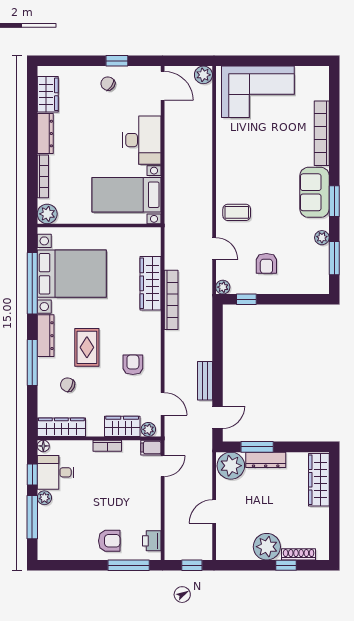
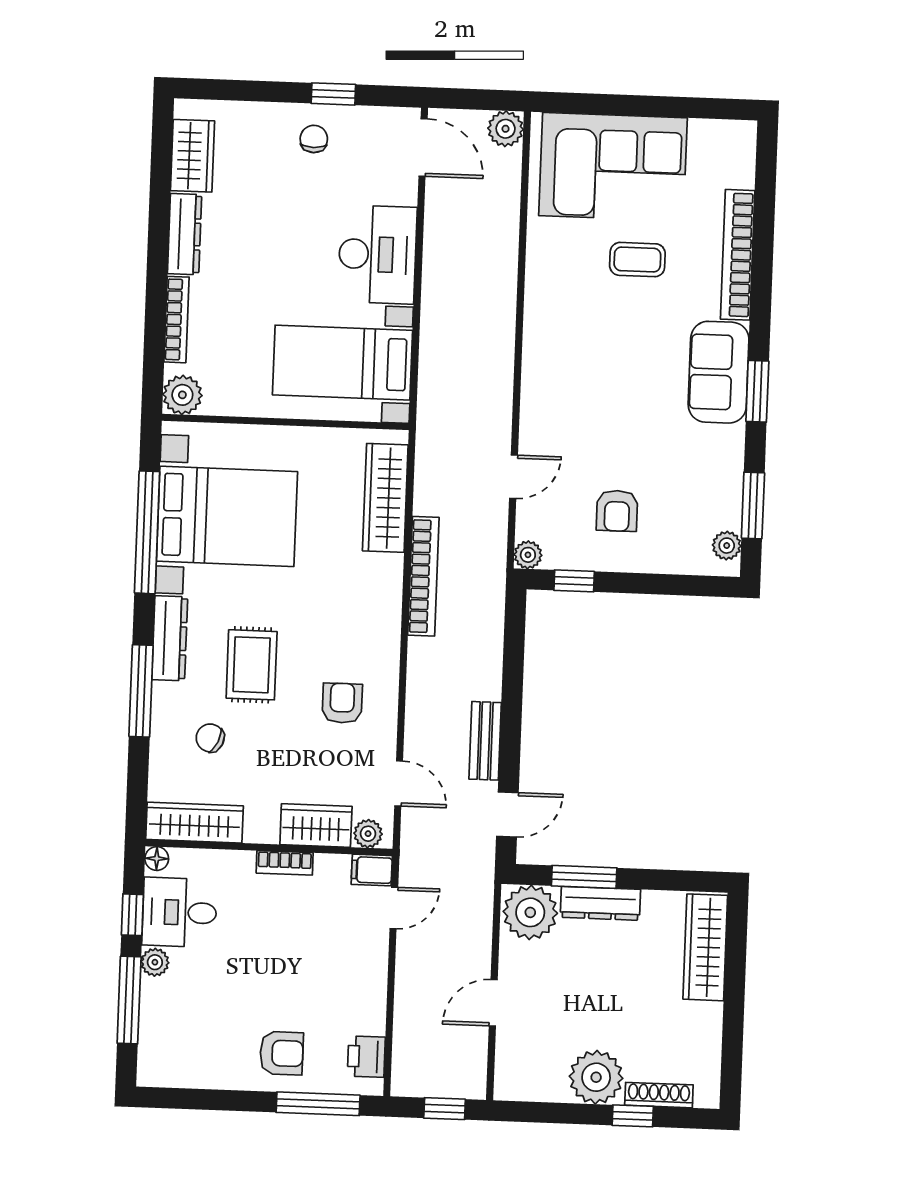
chair: (108, 84) -> (314, 139), turned 56
coffee table: (237, 212) -> (637, 260), moved
plant: (322, 238) -> (727, 546), moved
door: (214, 248) -> (513, 477), hinge flipped
wardrobe: (151, 283) -> (385, 498), moved

